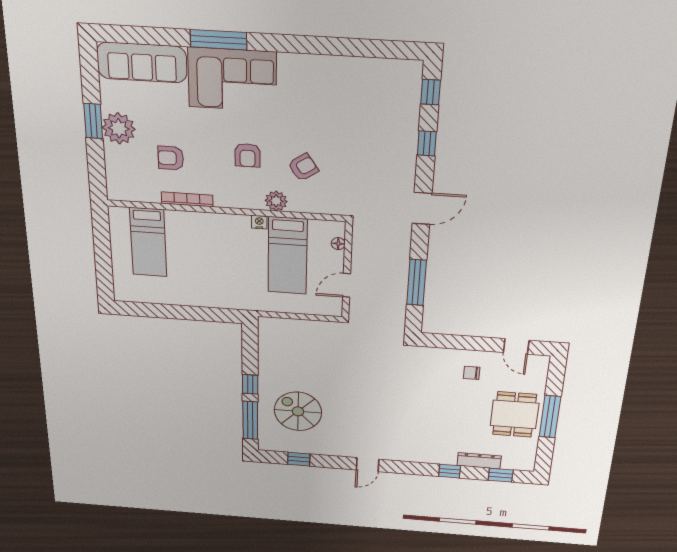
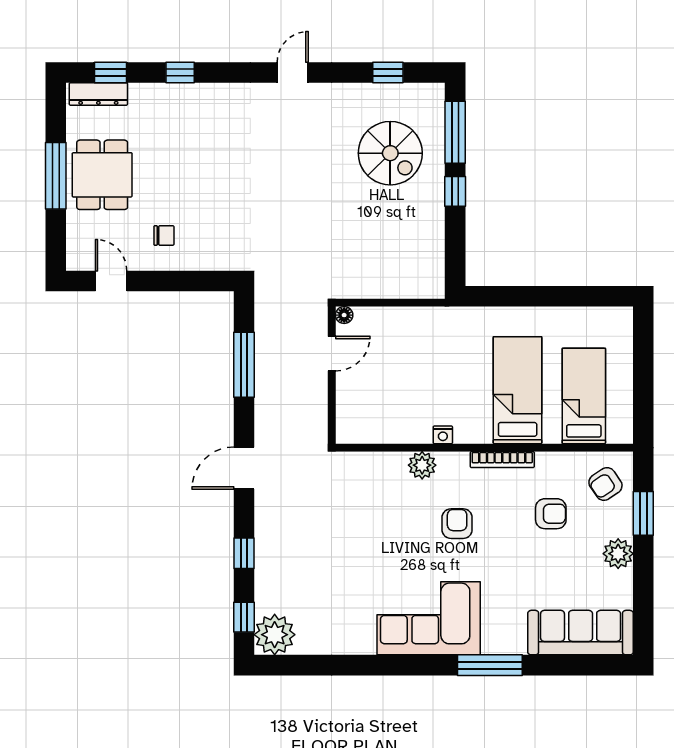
plant: (405, 76) -> (275, 635), added
corner sofa: (232, 79) -> (429, 618), moved
window: (93, 121) -> (643, 513), moved
plant: (119, 128) -> (618, 554), width x0.73, depth x0.73
armchair: (303, 167) -> (605, 484), moved
bookcase: (187, 199) -> (502, 460), moved
floor lamp: (338, 244) -> (344, 315), moved
bed: (288, 256) -> (518, 390), moved
dresser: (479, 461) -> (98, 94), moved

